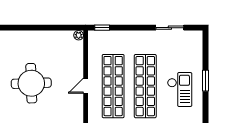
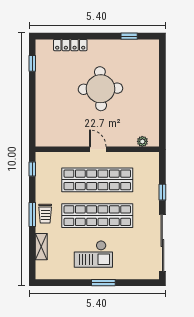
window: (102, 28) -> (162, 192), moved
sliding door: (170, 28) -> (162, 243), width x1.86
plant: (79, 35) -> (142, 141), moved

